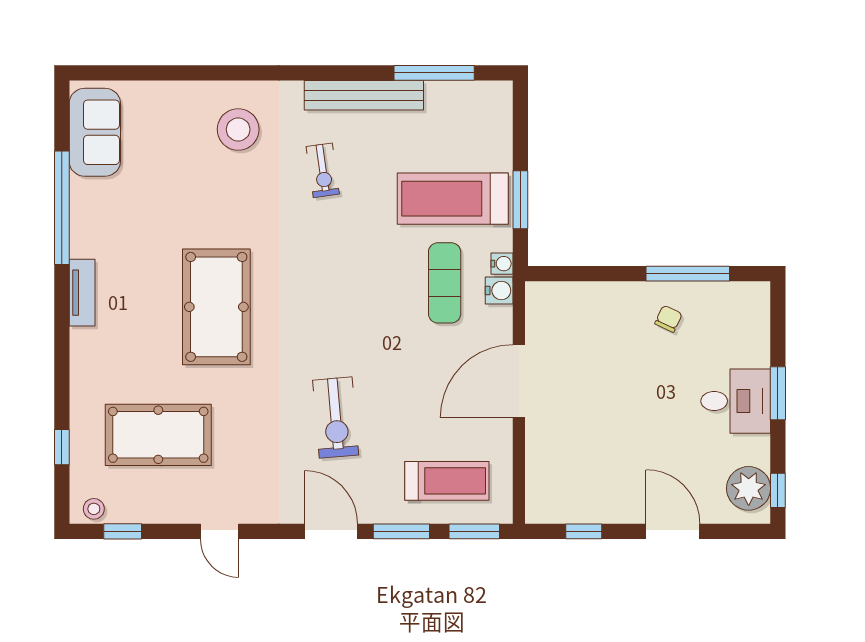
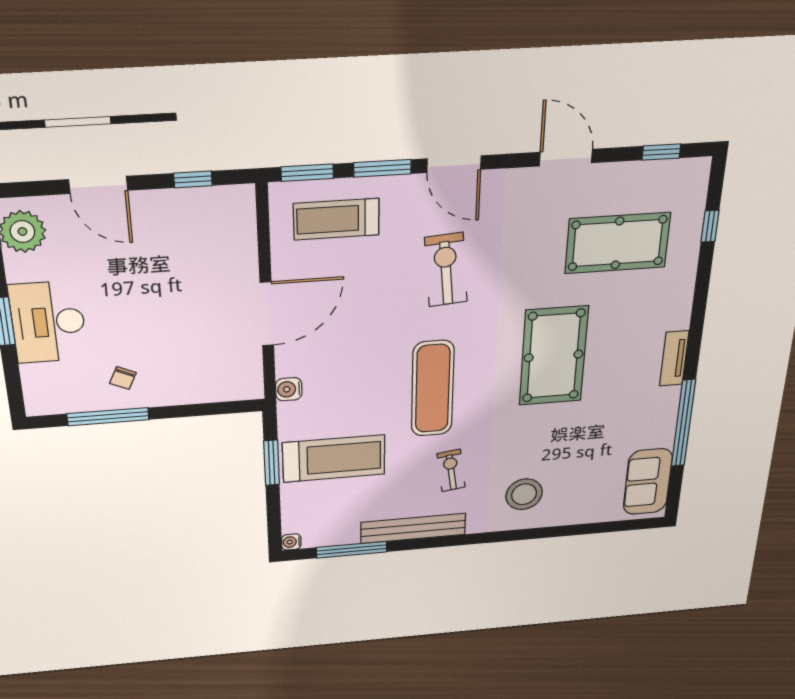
water cooler: (502, 264) -> (291, 542), moved
exercise mat: (445, 283) -> (433, 389), moved, width x1.36, depth x1.45
desk: (736, 401) -> (48, 322), width x1.37
stool: (94, 509) -> (687, 172), removed
door: (219, 531) -> (566, 158), width x1.38

